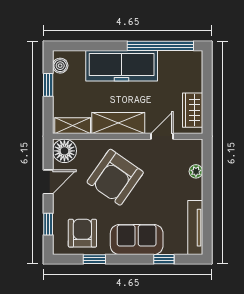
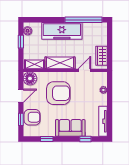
armchair: (115, 177) -> (58, 93), turned -125
armchair: (82, 233) -> (32, 117), moved, turned 90

